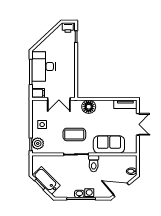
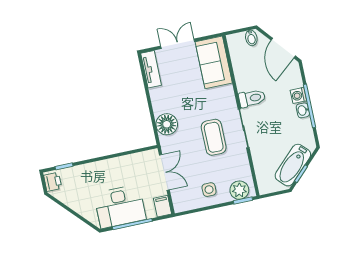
sofa: (109, 144) -> (214, 62), moved

